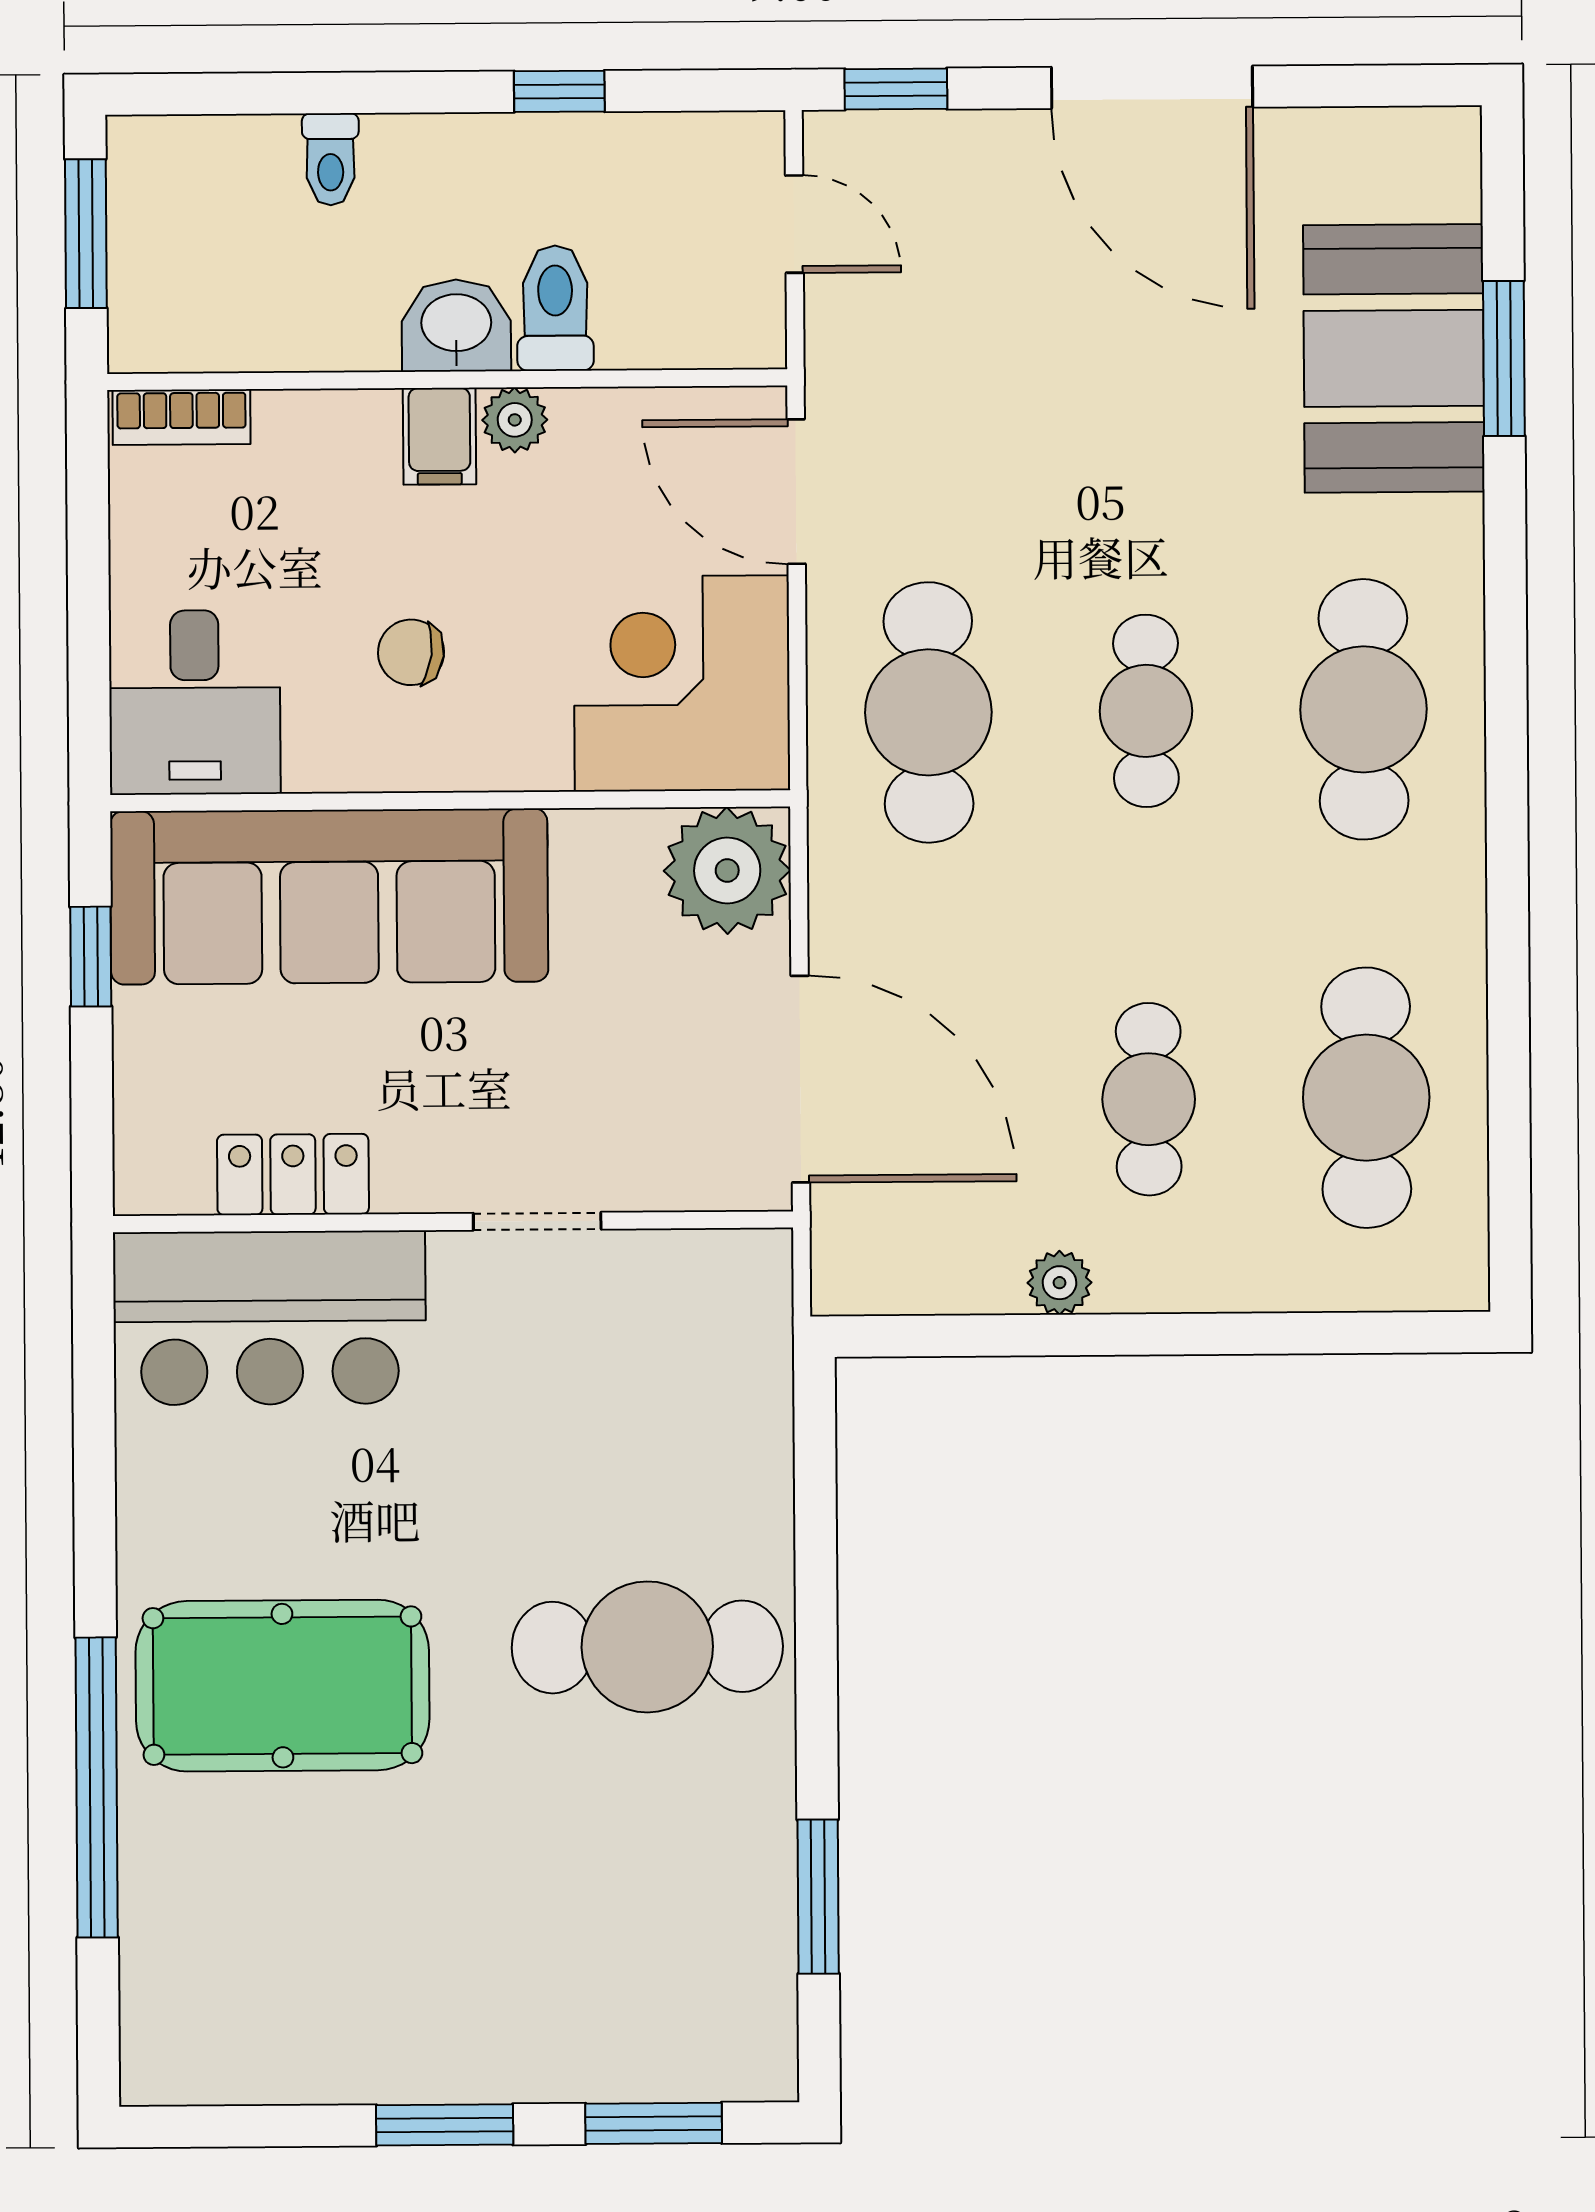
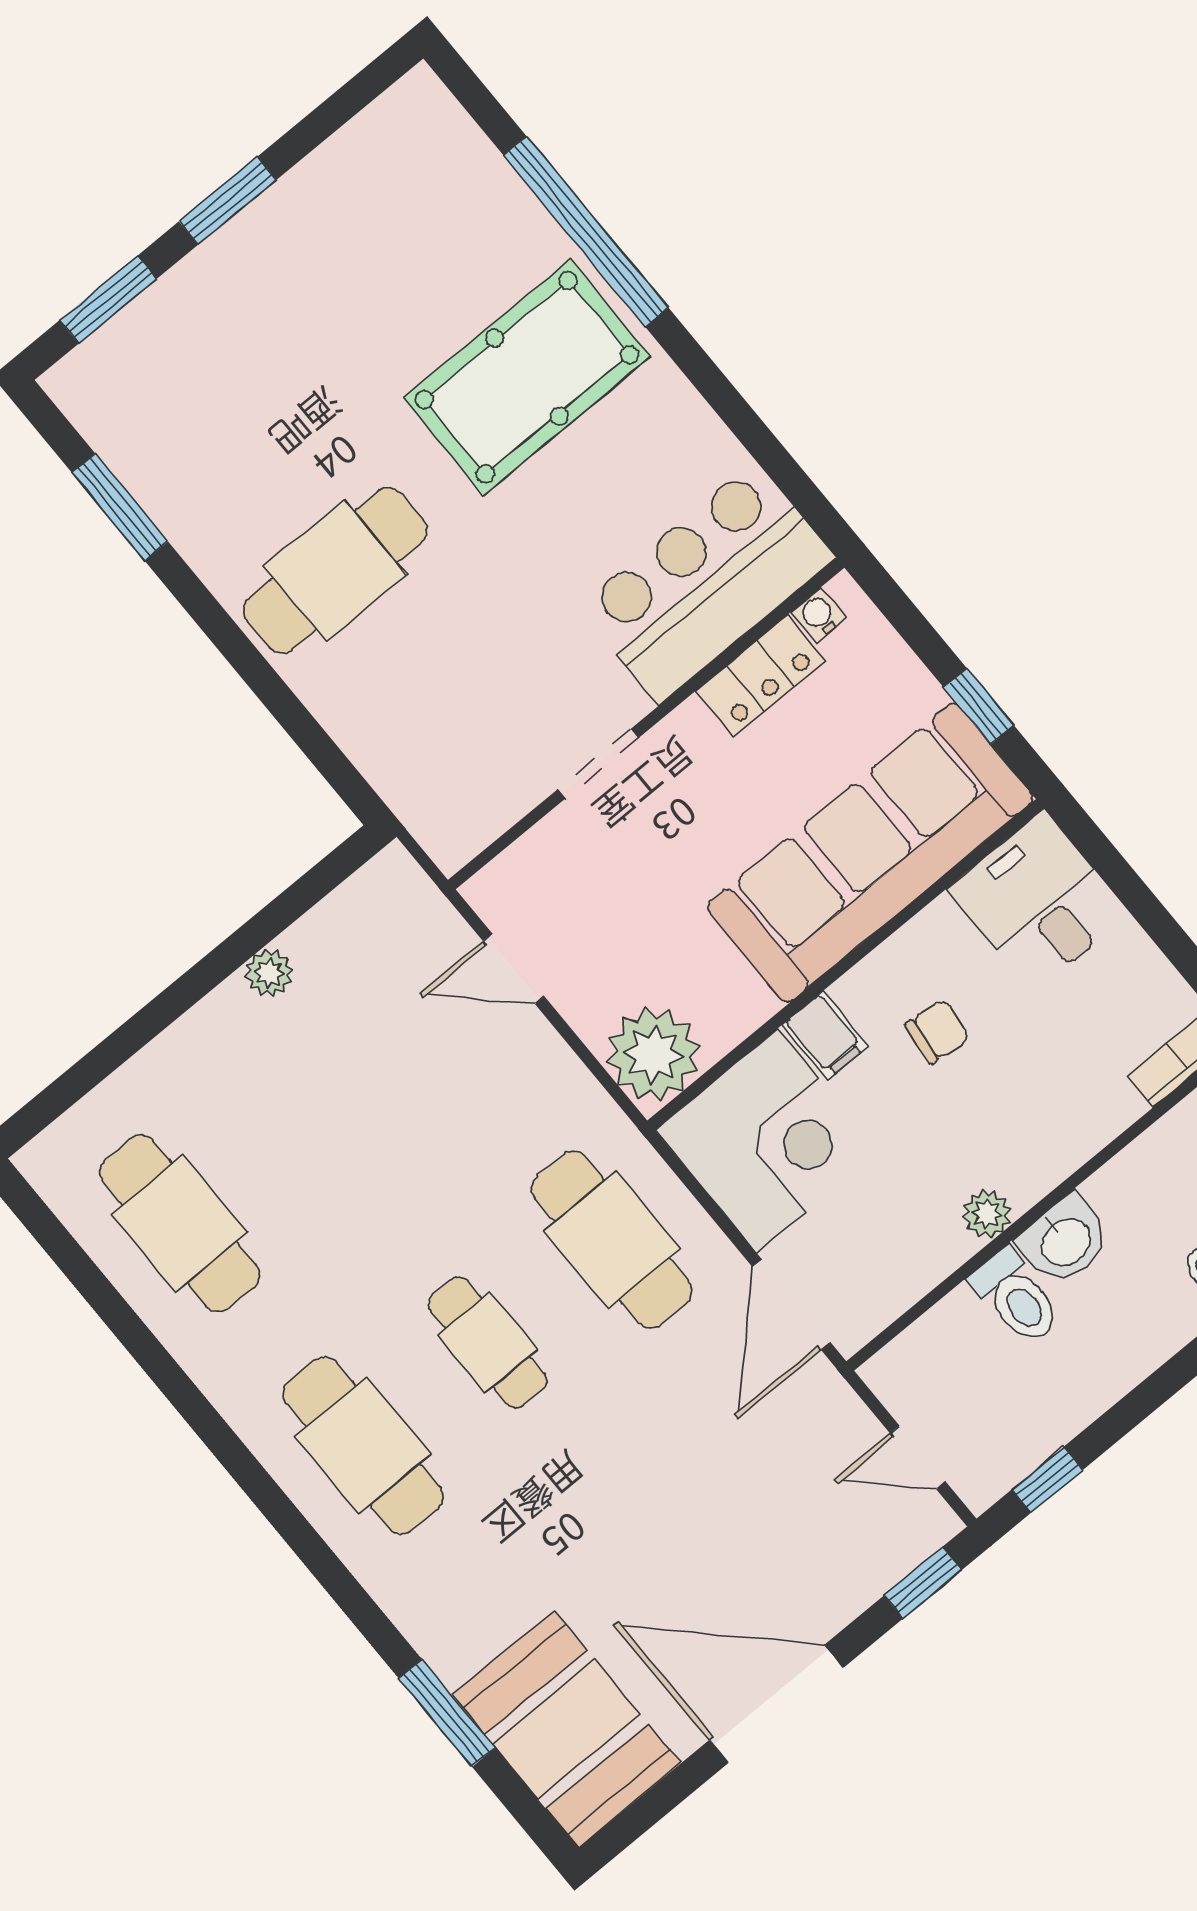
window: (559, 91) -> (1047, 1480), moved
booth: (1394, 358) -> (566, 1729), moved
filing cabinet: (439, 436) -> (825, 1036), moved, turned 180
door: (796, 492) -> (791, 1305), swing flipped
door: (800, 1079) -> (514, 969), width x0.53
cafe table: (1149, 1099) -> (304, 1120), removed
water cooler: (180, 1189) -> (819, 615), added

